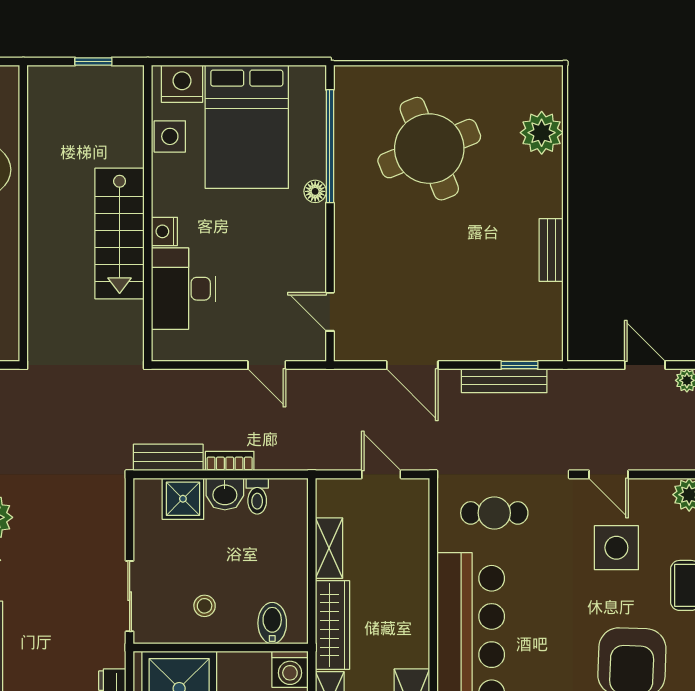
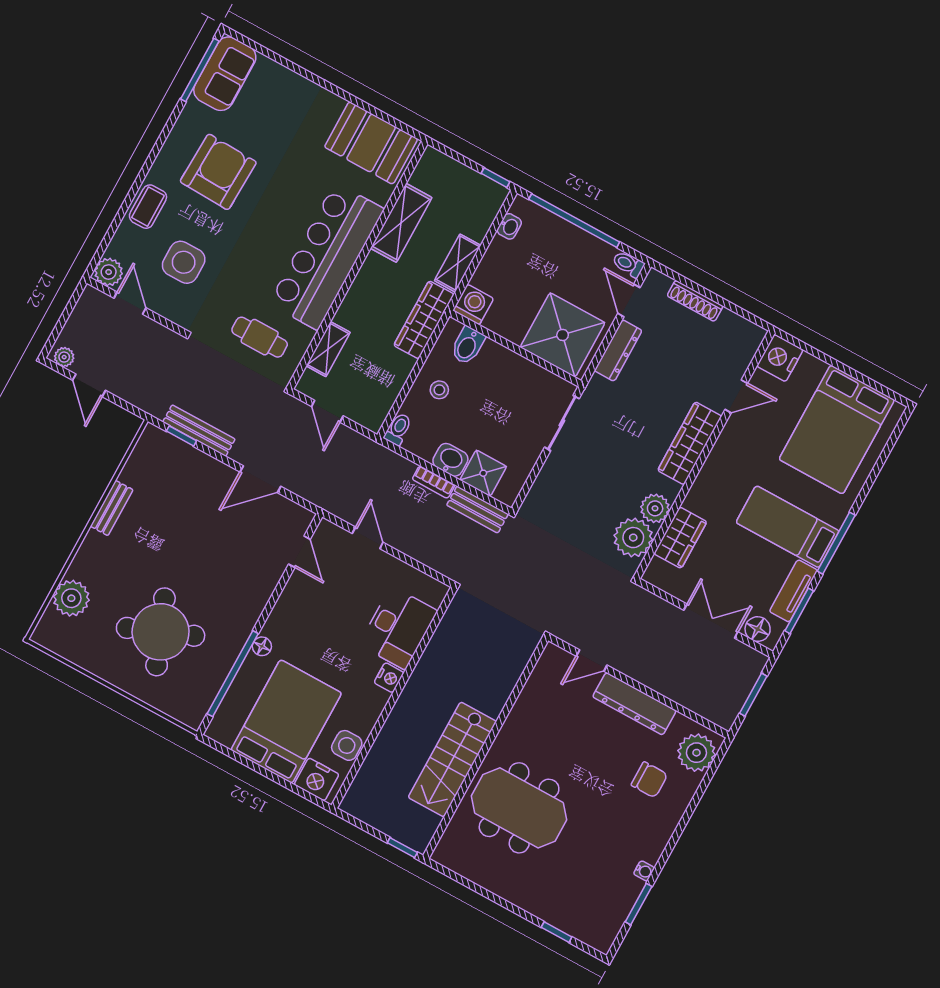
window: (93, 61) -> (402, 848), moved
stairs: (120, 233) -> (452, 759), moved, turned 180
door: (412, 365) -> (260, 479), swing flipped
door: (609, 474) -> (130, 303), moved
toilet: (257, 496) -> (398, 429), moved
shelving: (329, 548) -> (328, 349), moved
stool: (205, 606) -> (439, 390), moved

